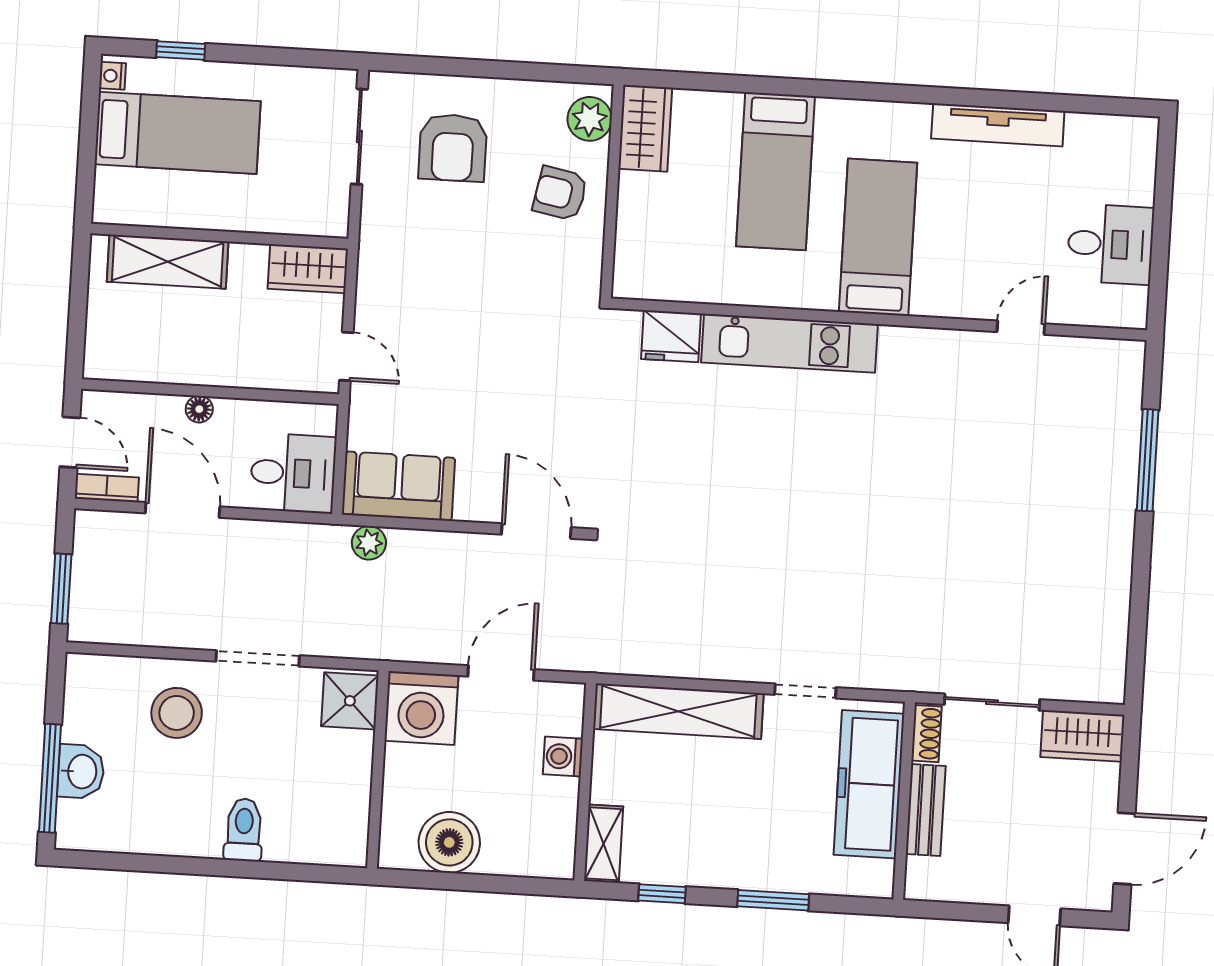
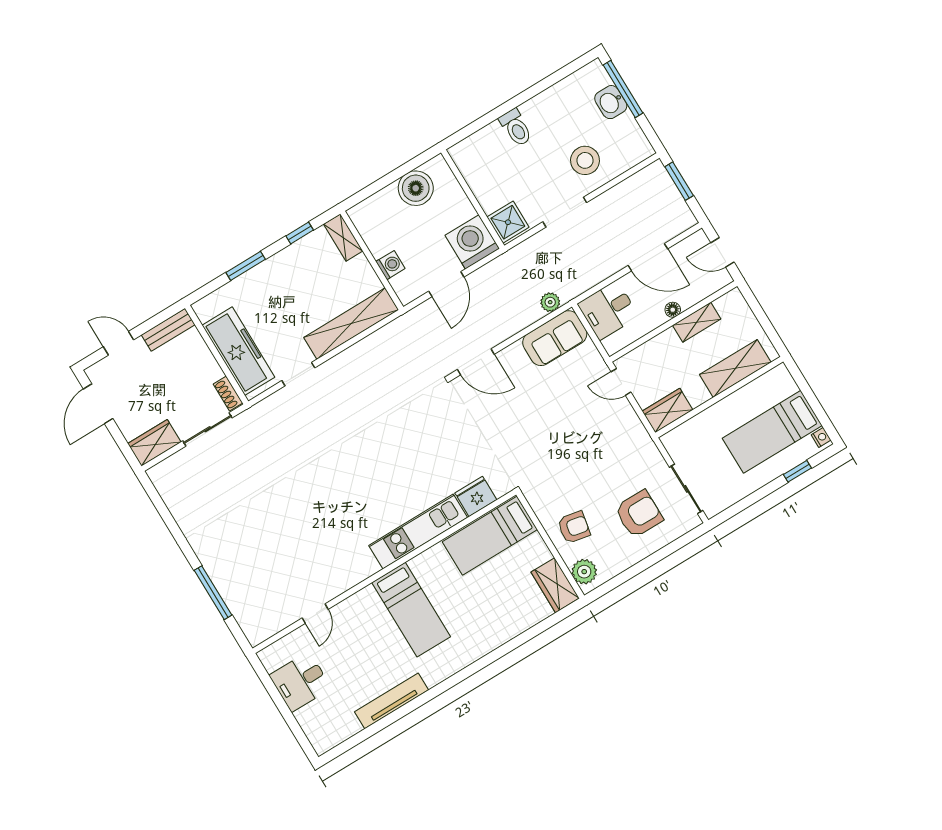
armchair: (453, 148) -> (639, 514), turned 90
bed: (775, 171) -> (490, 536), moved, turned -90
shelving: (177, 367) -> (697, 322), added
bookcase: (107, 488) -> (690, 243), removed
bench: (926, 810) -> (168, 330), moved, turned 90

